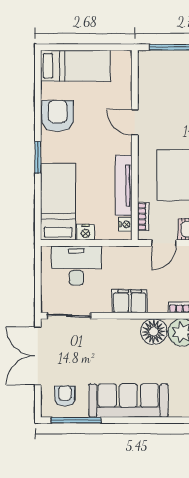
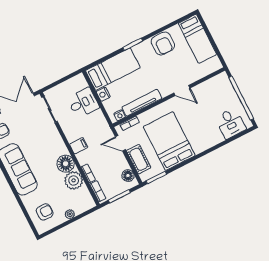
armchair: (58, 116) -> (163, 43), turned 90
door: (135, 122) -> (182, 90), swing flipped
desk: (76, 266) -> (83, 103), width x0.73
filing cabinet: (130, 301) -> (79, 146), width x0.50

